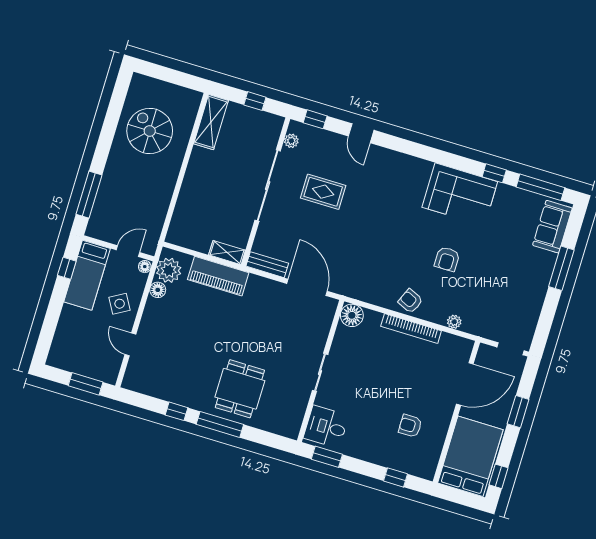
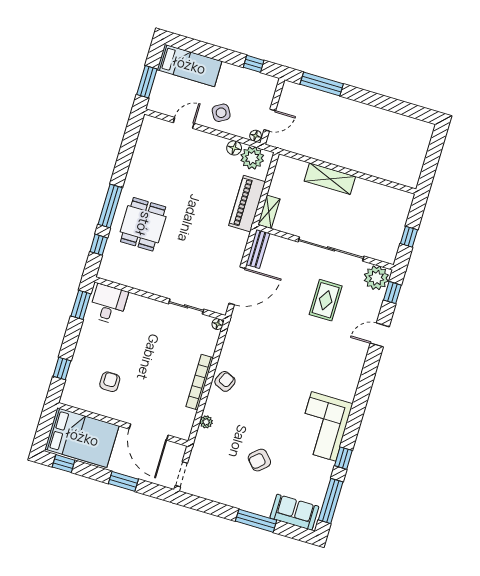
shelving: (211, 122) -> (330, 179), moved
spiral stairs: (150, 131) -> (381, 140), removed
plant: (291, 141) -> (376, 278), width x1.87, depth x1.87
door: (128, 251) -> (270, 120), hinge flipped
armchair: (447, 259) -> (259, 460), moved, turned -42
bed: (87, 275) -> (189, 65), moved, turned 180
floor lamp: (352, 315) -> (218, 324), width x0.53, depth x0.53
sliding door: (320, 372) -> (186, 306), moved
dining table: (240, 389) -> (143, 224), turned 90
window: (177, 411) -> (99, 245), moved

